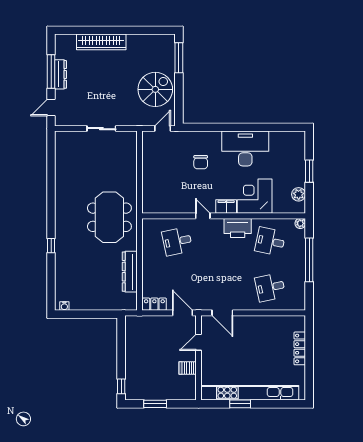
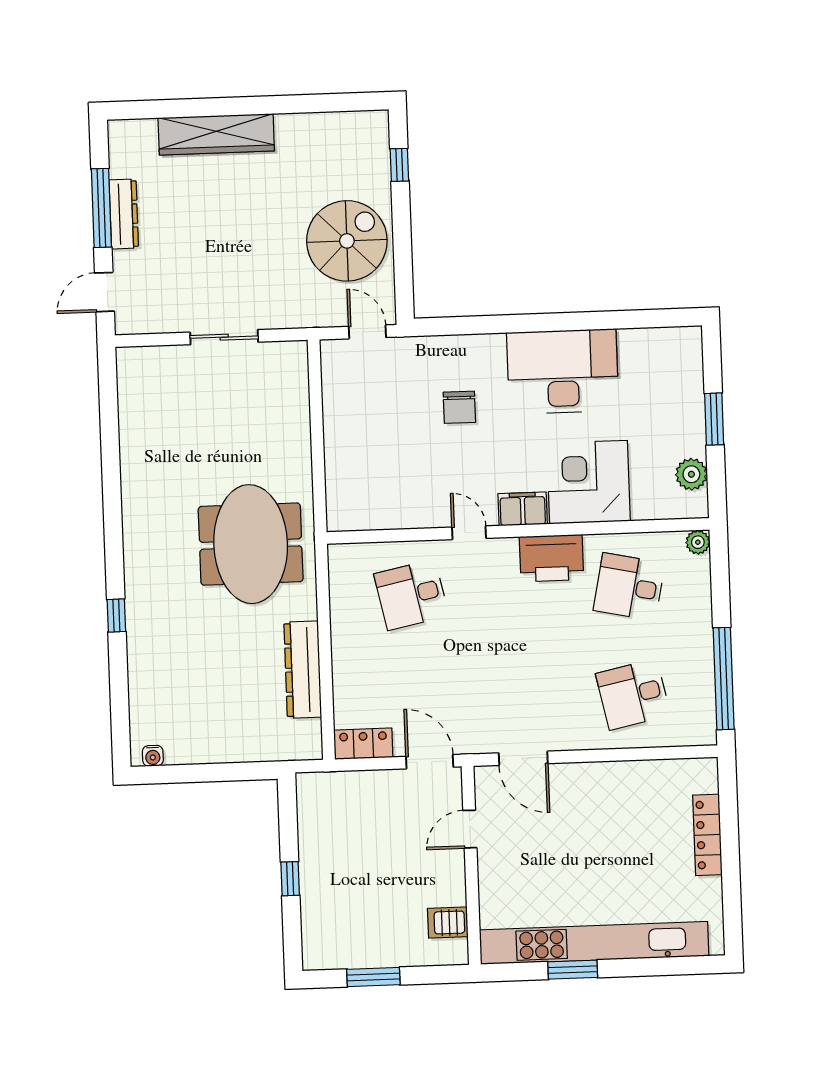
window: (179, 58) -> (399, 165), width x0.46
door: (163, 129) -> (367, 332), hinge flipped
window: (309, 260) -> (724, 679), moved
server rack: (188, 368) -> (448, 923), moved
window: (121, 386) -> (290, 879), moved

